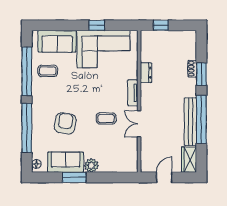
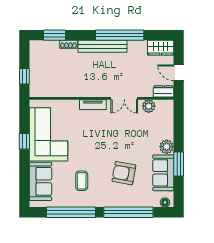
coffee table: (48, 71) -> (82, 181), moved
dresser: (146, 73) -> (163, 91), moved
window: (201, 74) -> (55, 35), moved
coffee table: (106, 119) -> (119, 132), removed
bench: (190, 122) -> (102, 46), moved
plant: (131, 148) -> (149, 106), added

